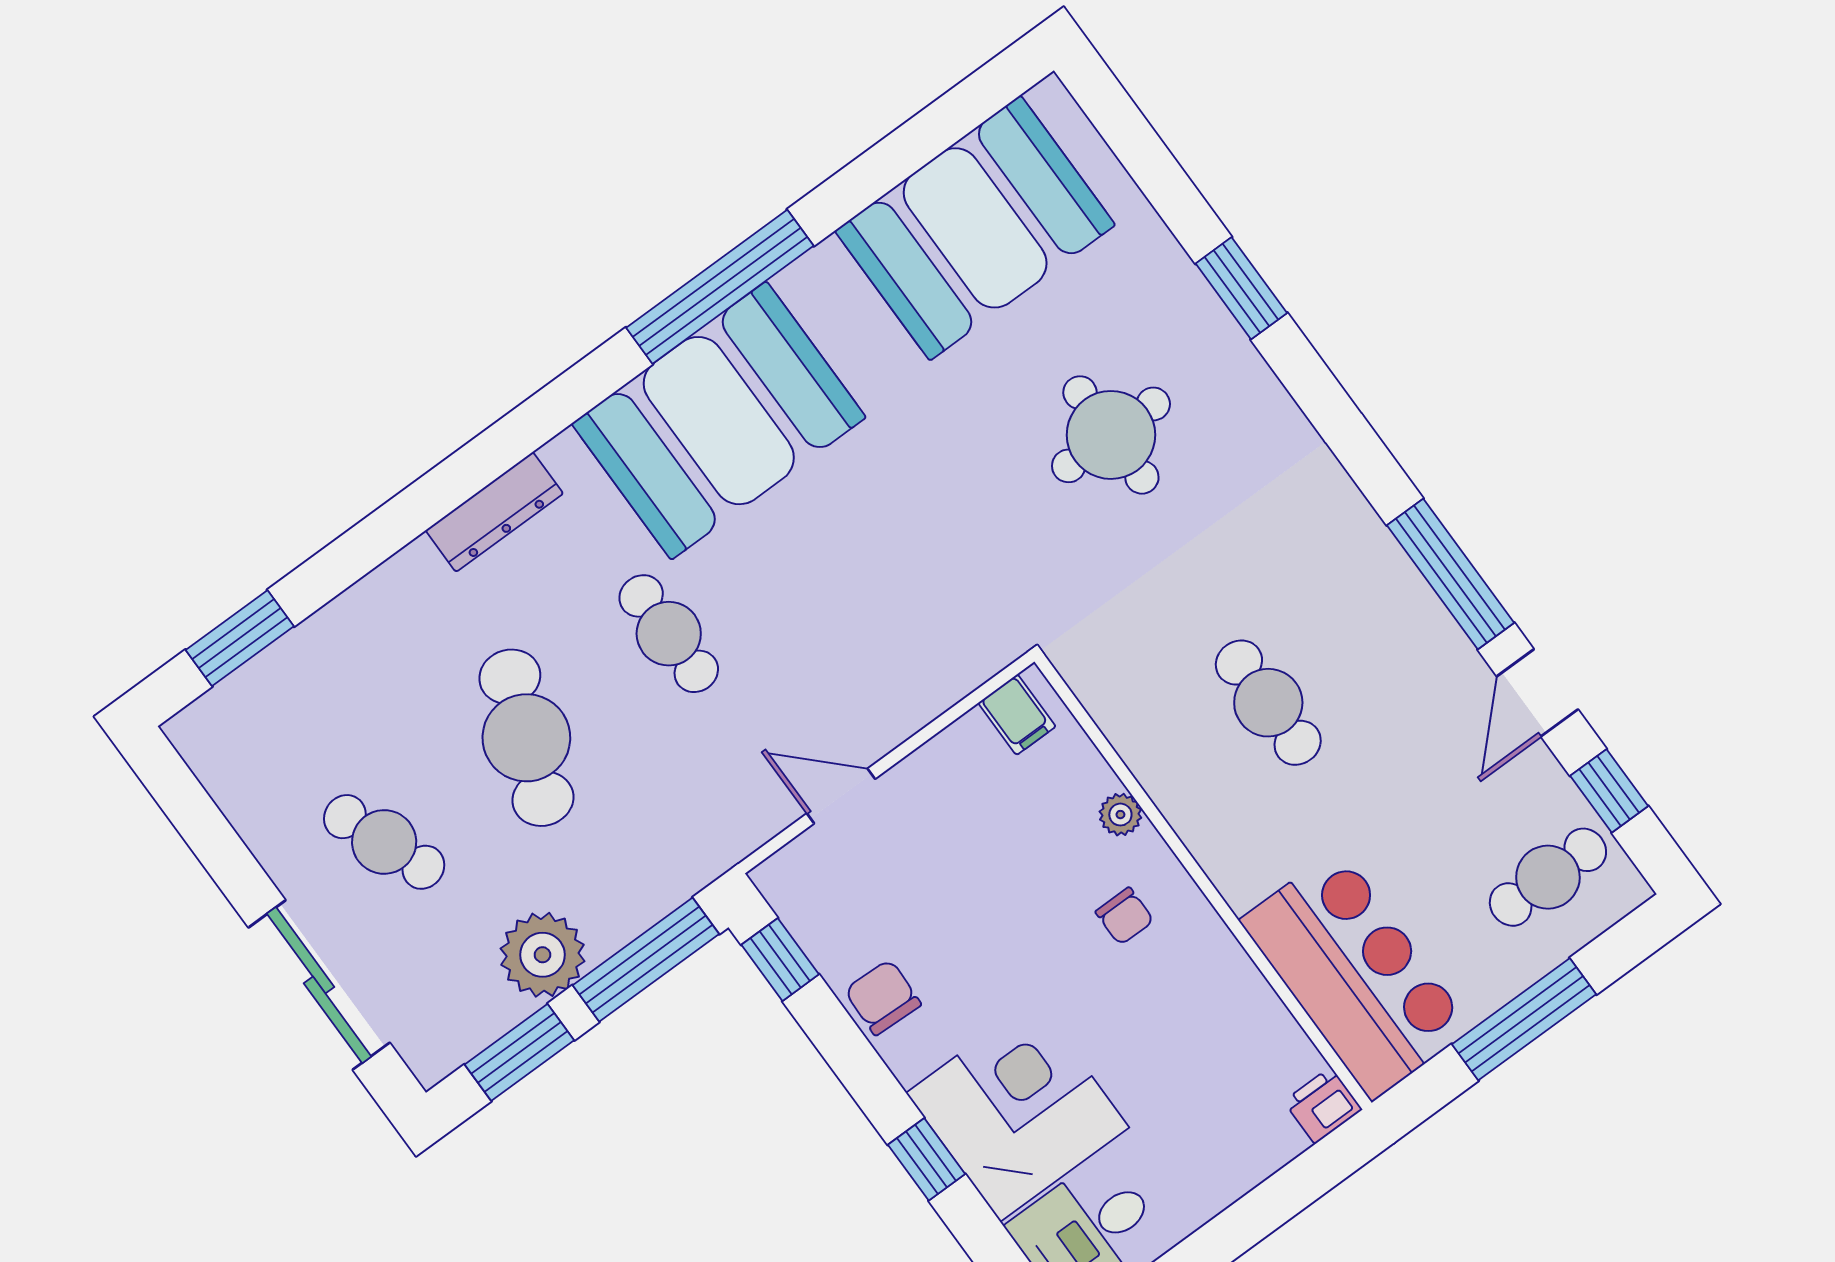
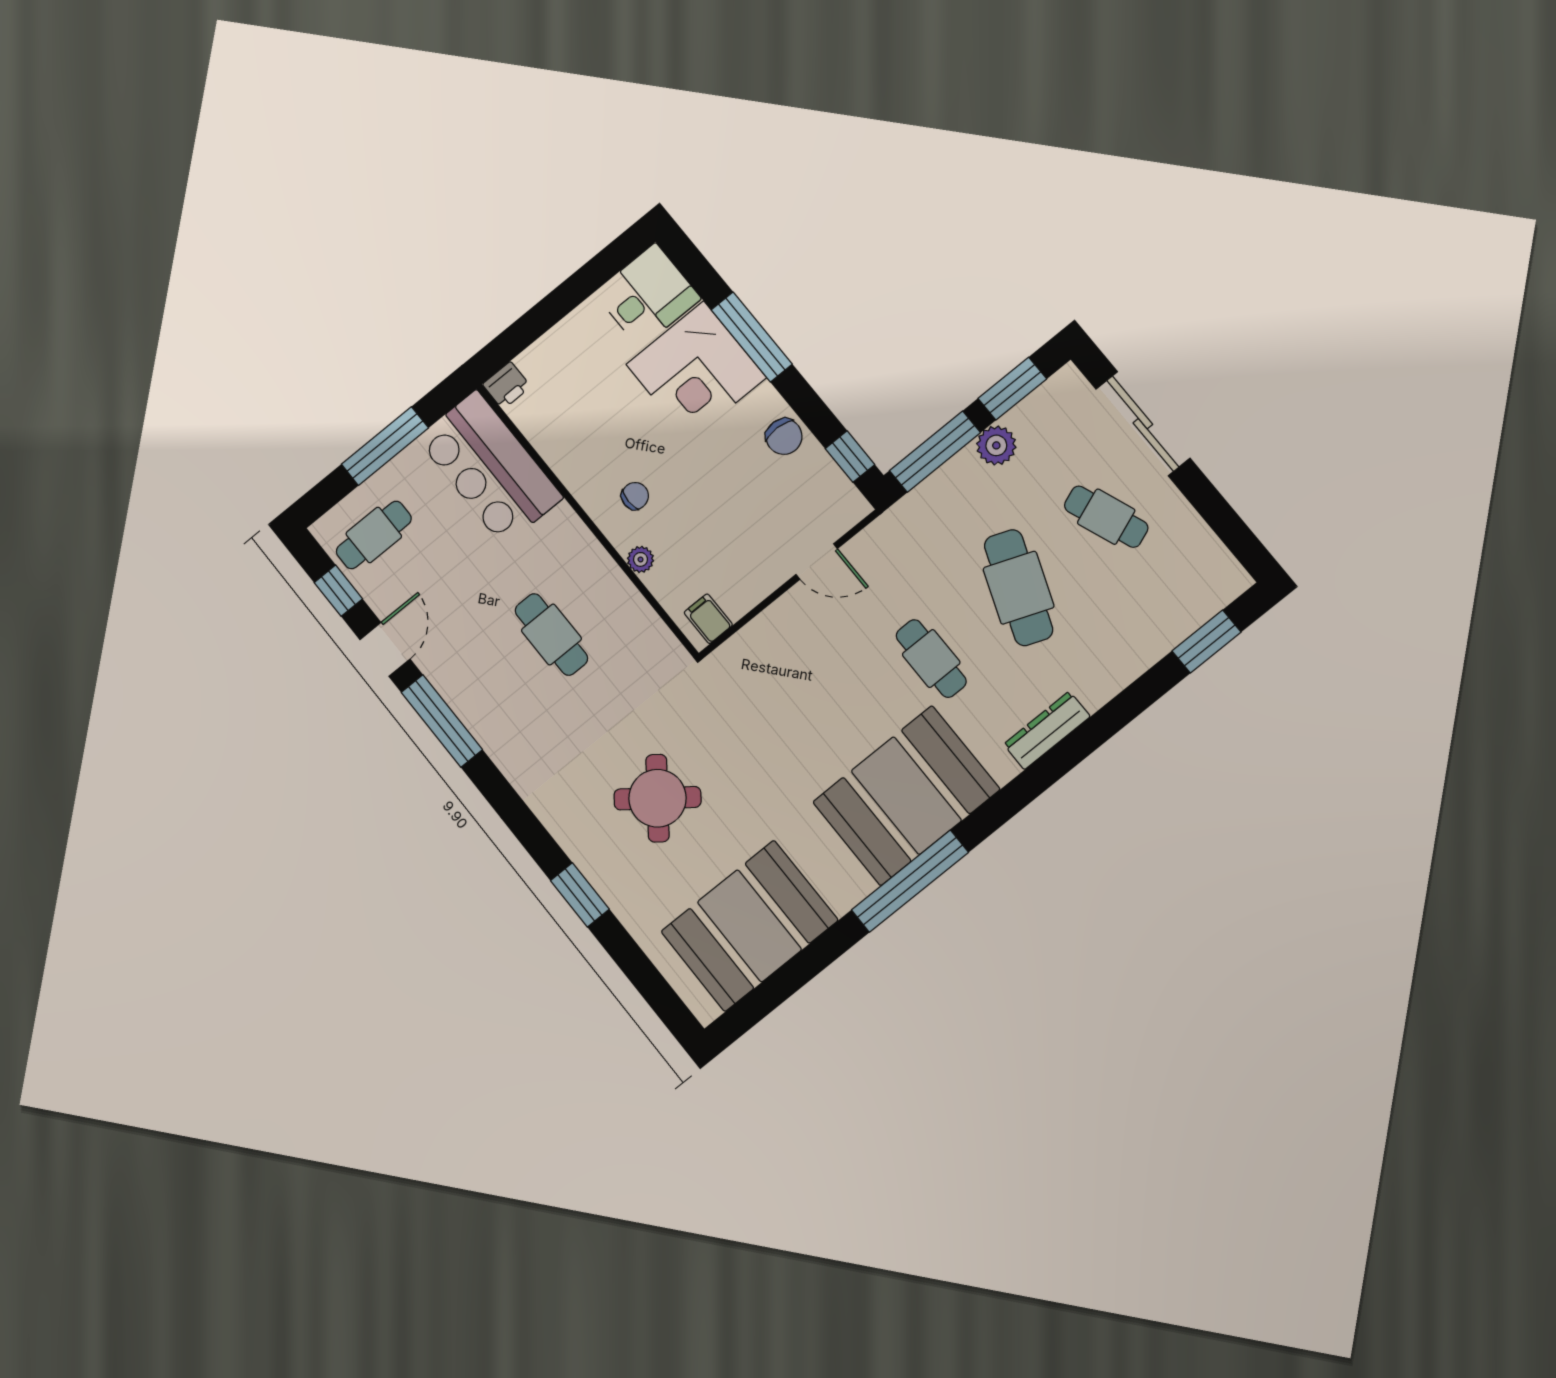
round table: (1111, 435) -> (657, 798), turned 37
chair: (1125, 916) -> (635, 496), turned 90
plant: (543, 955) -> (996, 445), width x0.73, depth x0.73
window: (926, 1159) -> (752, 337), width x2.17

